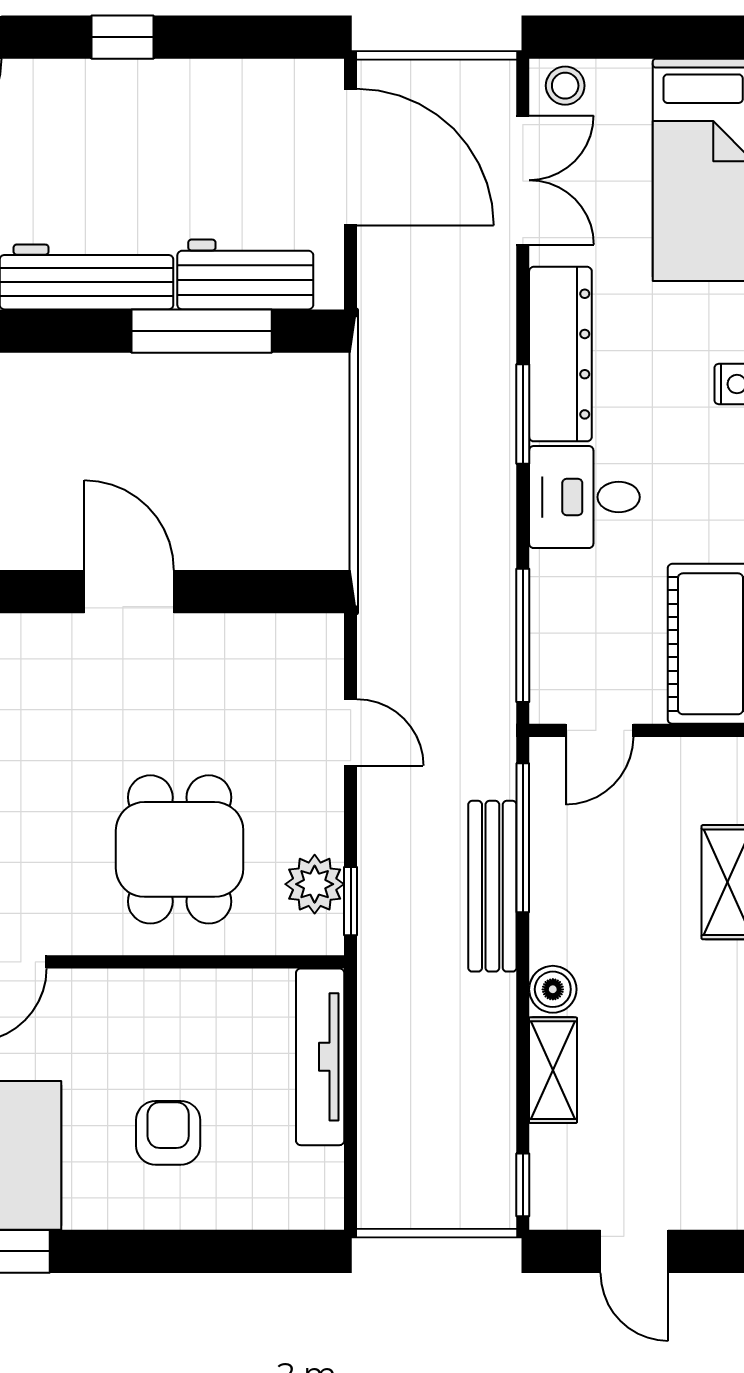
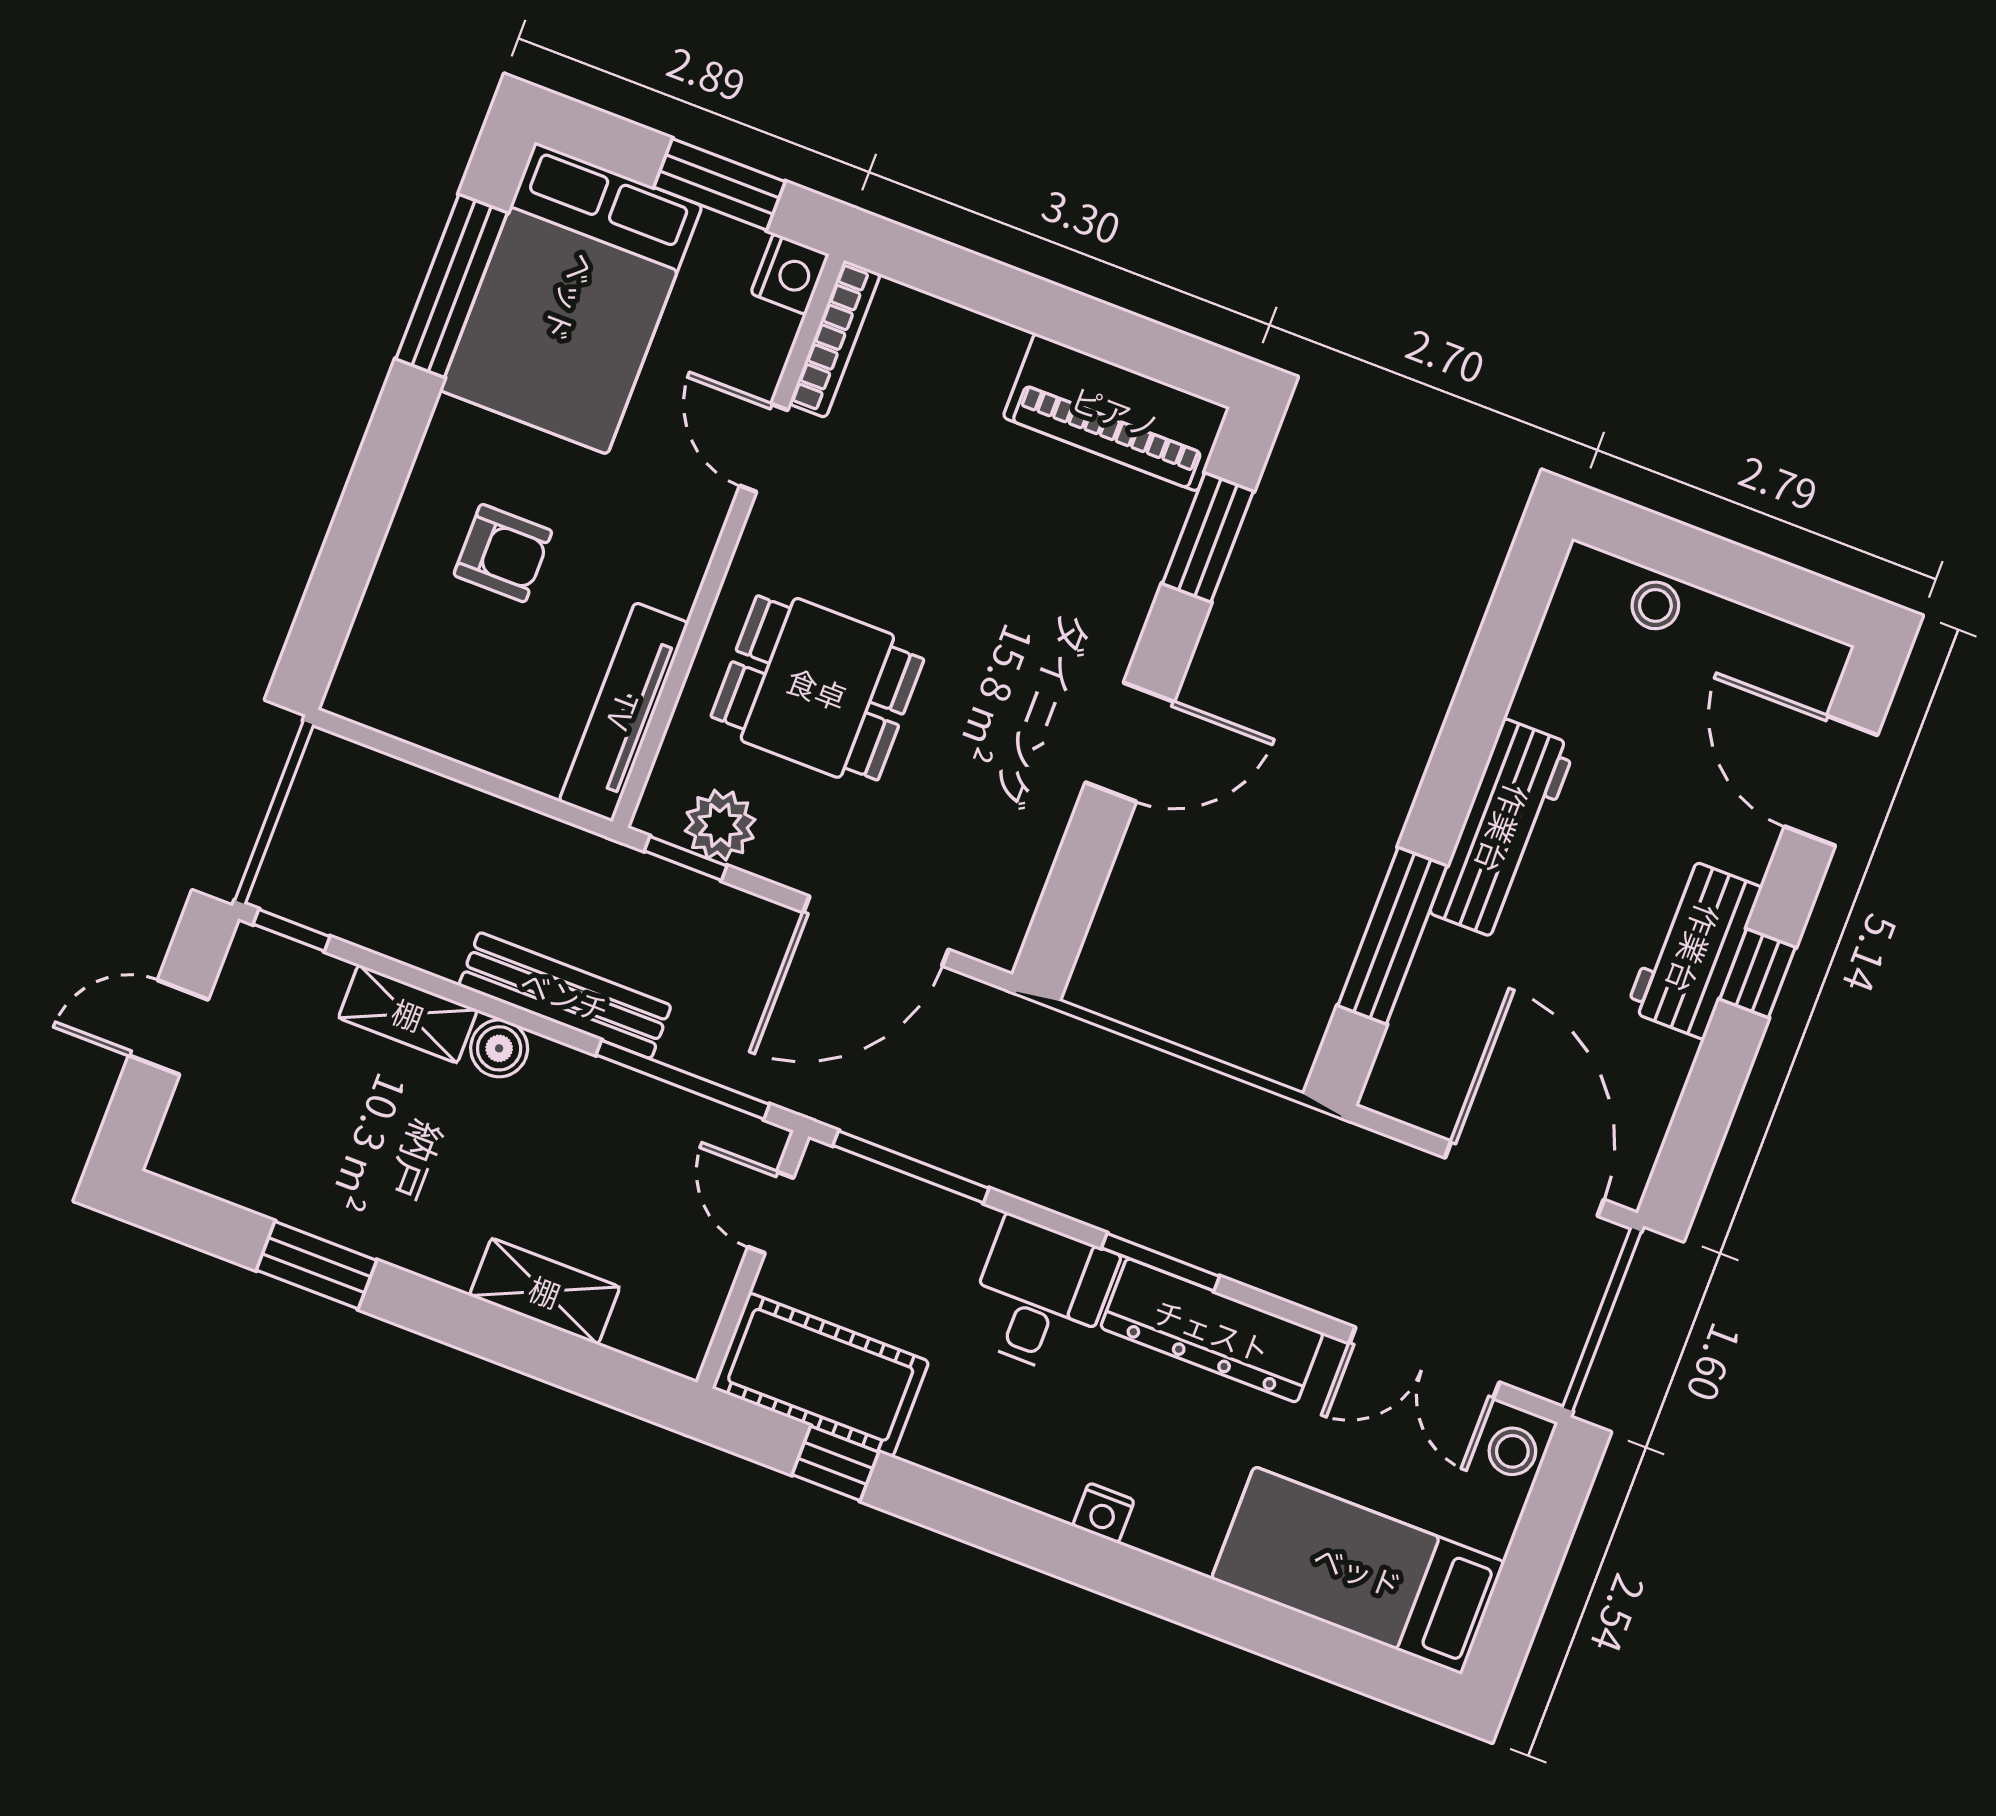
door: (351, 157) -> (1524, 1179), swing flipped
workbench: (245, 274) -> (1694, 949), moved, turned 180
door: (351, 732) -> (876, 931), width x1.87
bench: (492, 886) -> (565, 995), moved
tv unit: (320, 1057) -> (624, 712), moved, turned -90

